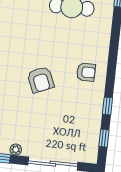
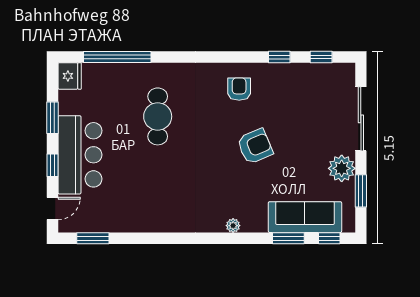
plant: (16, 150) -> (342, 168), width x1.88, depth x1.88

